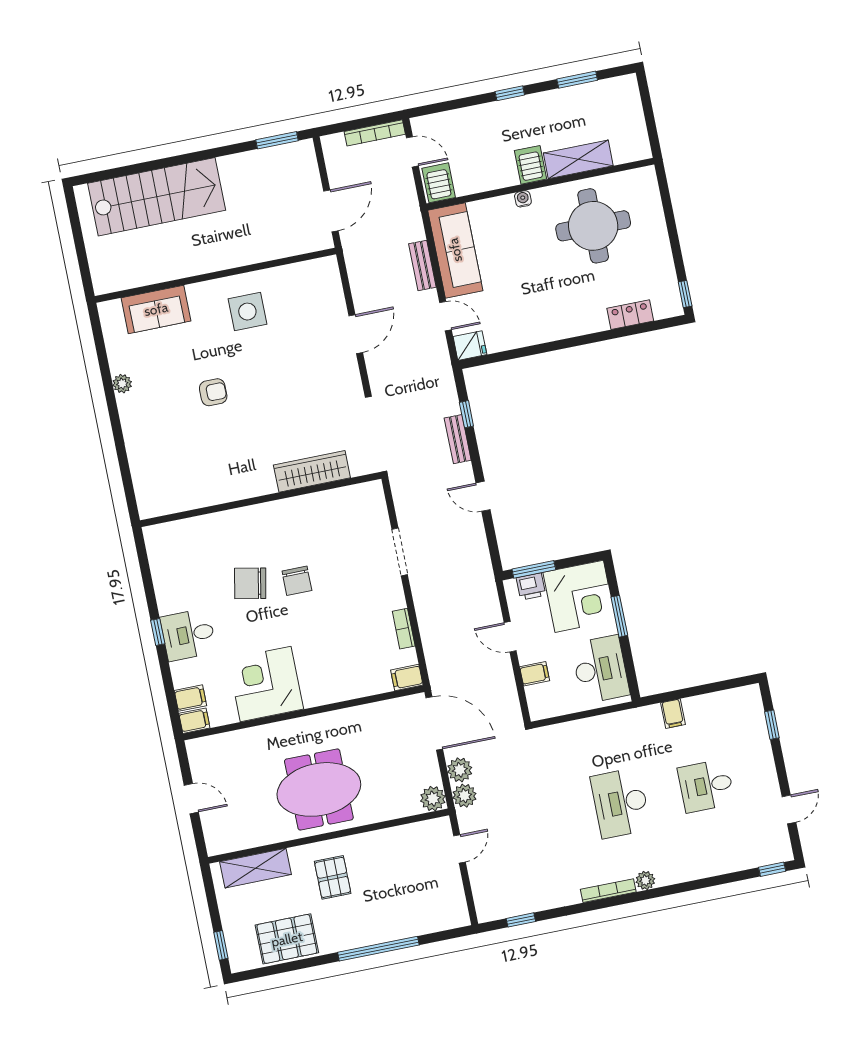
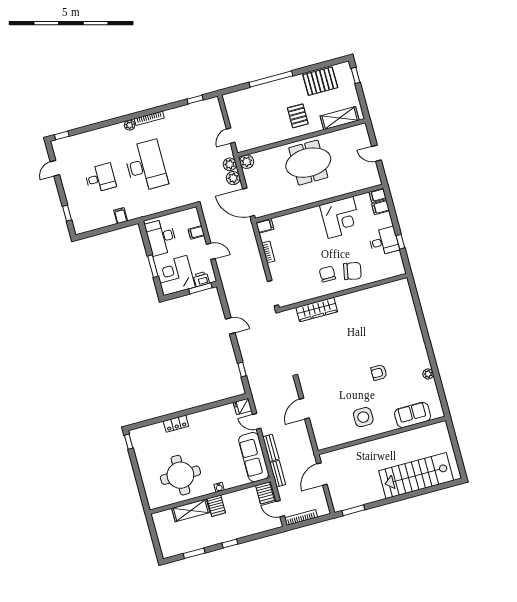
locker: (630, 315) -> (176, 424), moved
bench: (458, 439) -> (278, 474), moved
wardrobe: (312, 471) -> (317, 310), moved
wall: (261, 500) -> (343, 293), moved
desk: (621, 803) -> (146, 166), width x1.36, depth x1.30

